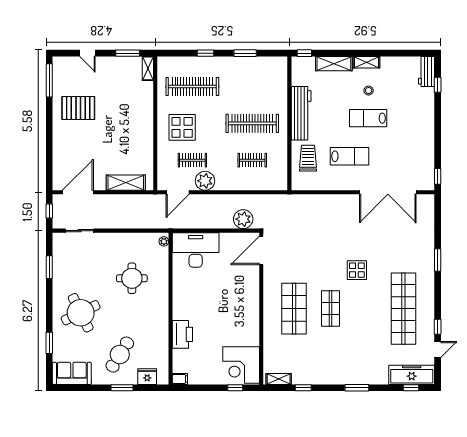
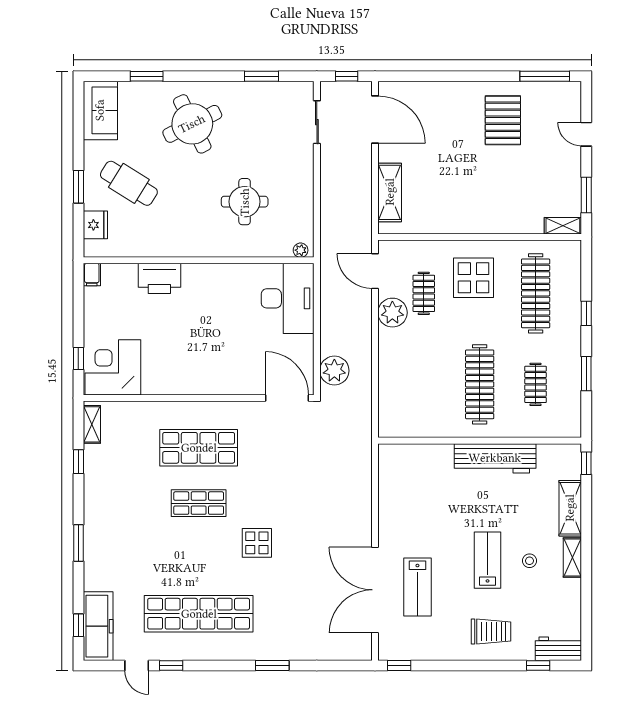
door: (87, 53) -> (586, 134), hinge flipped
lab bench: (349, 156) -> (417, 587), moved
trolley: (308, 158) -> (491, 632), moved
clothes rail: (252, 160) -> (536, 384), moved

